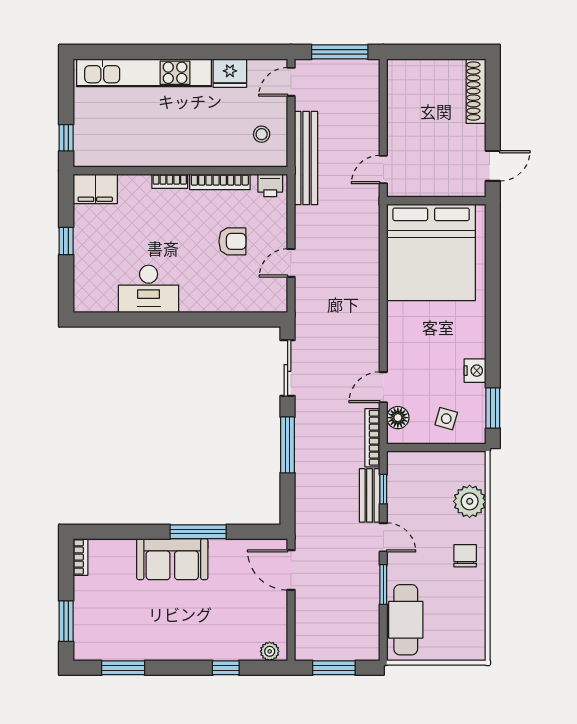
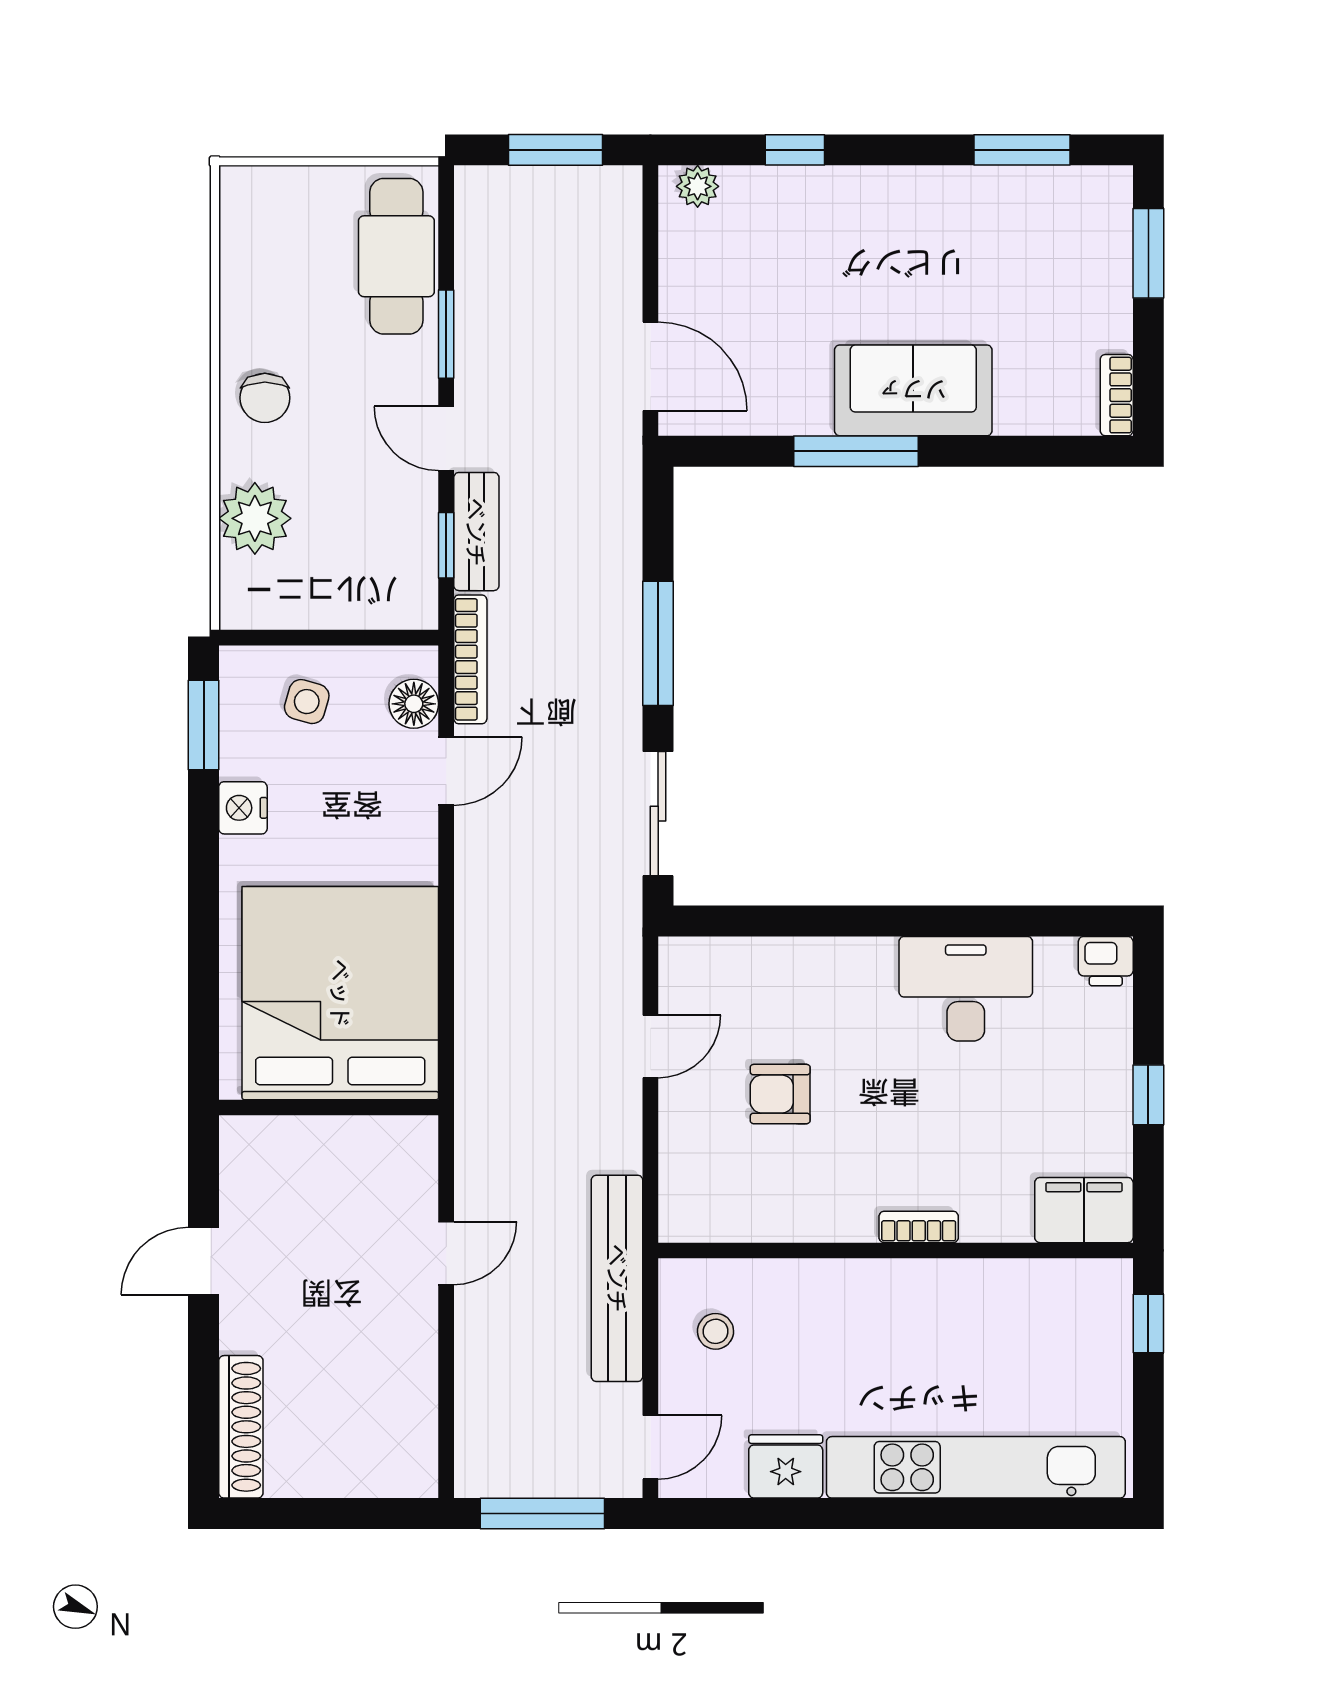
bookcase: (220, 182) -> (808, 1226), removed
printer: (270, 185) -> (1106, 961), moved, turned 180
wall: (436, 201) -> (329, 1107), moved
bed: (431, 252) -> (340, 993), moved

